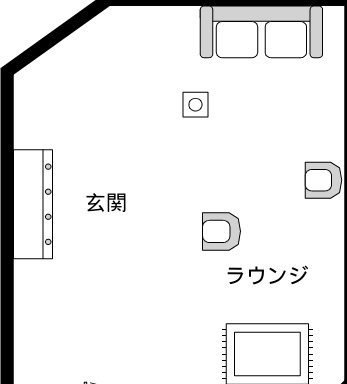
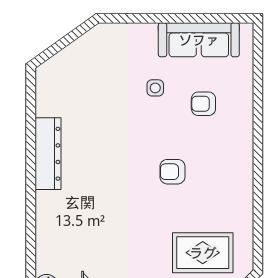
armchair: (323, 180) -> (203, 104), moved

